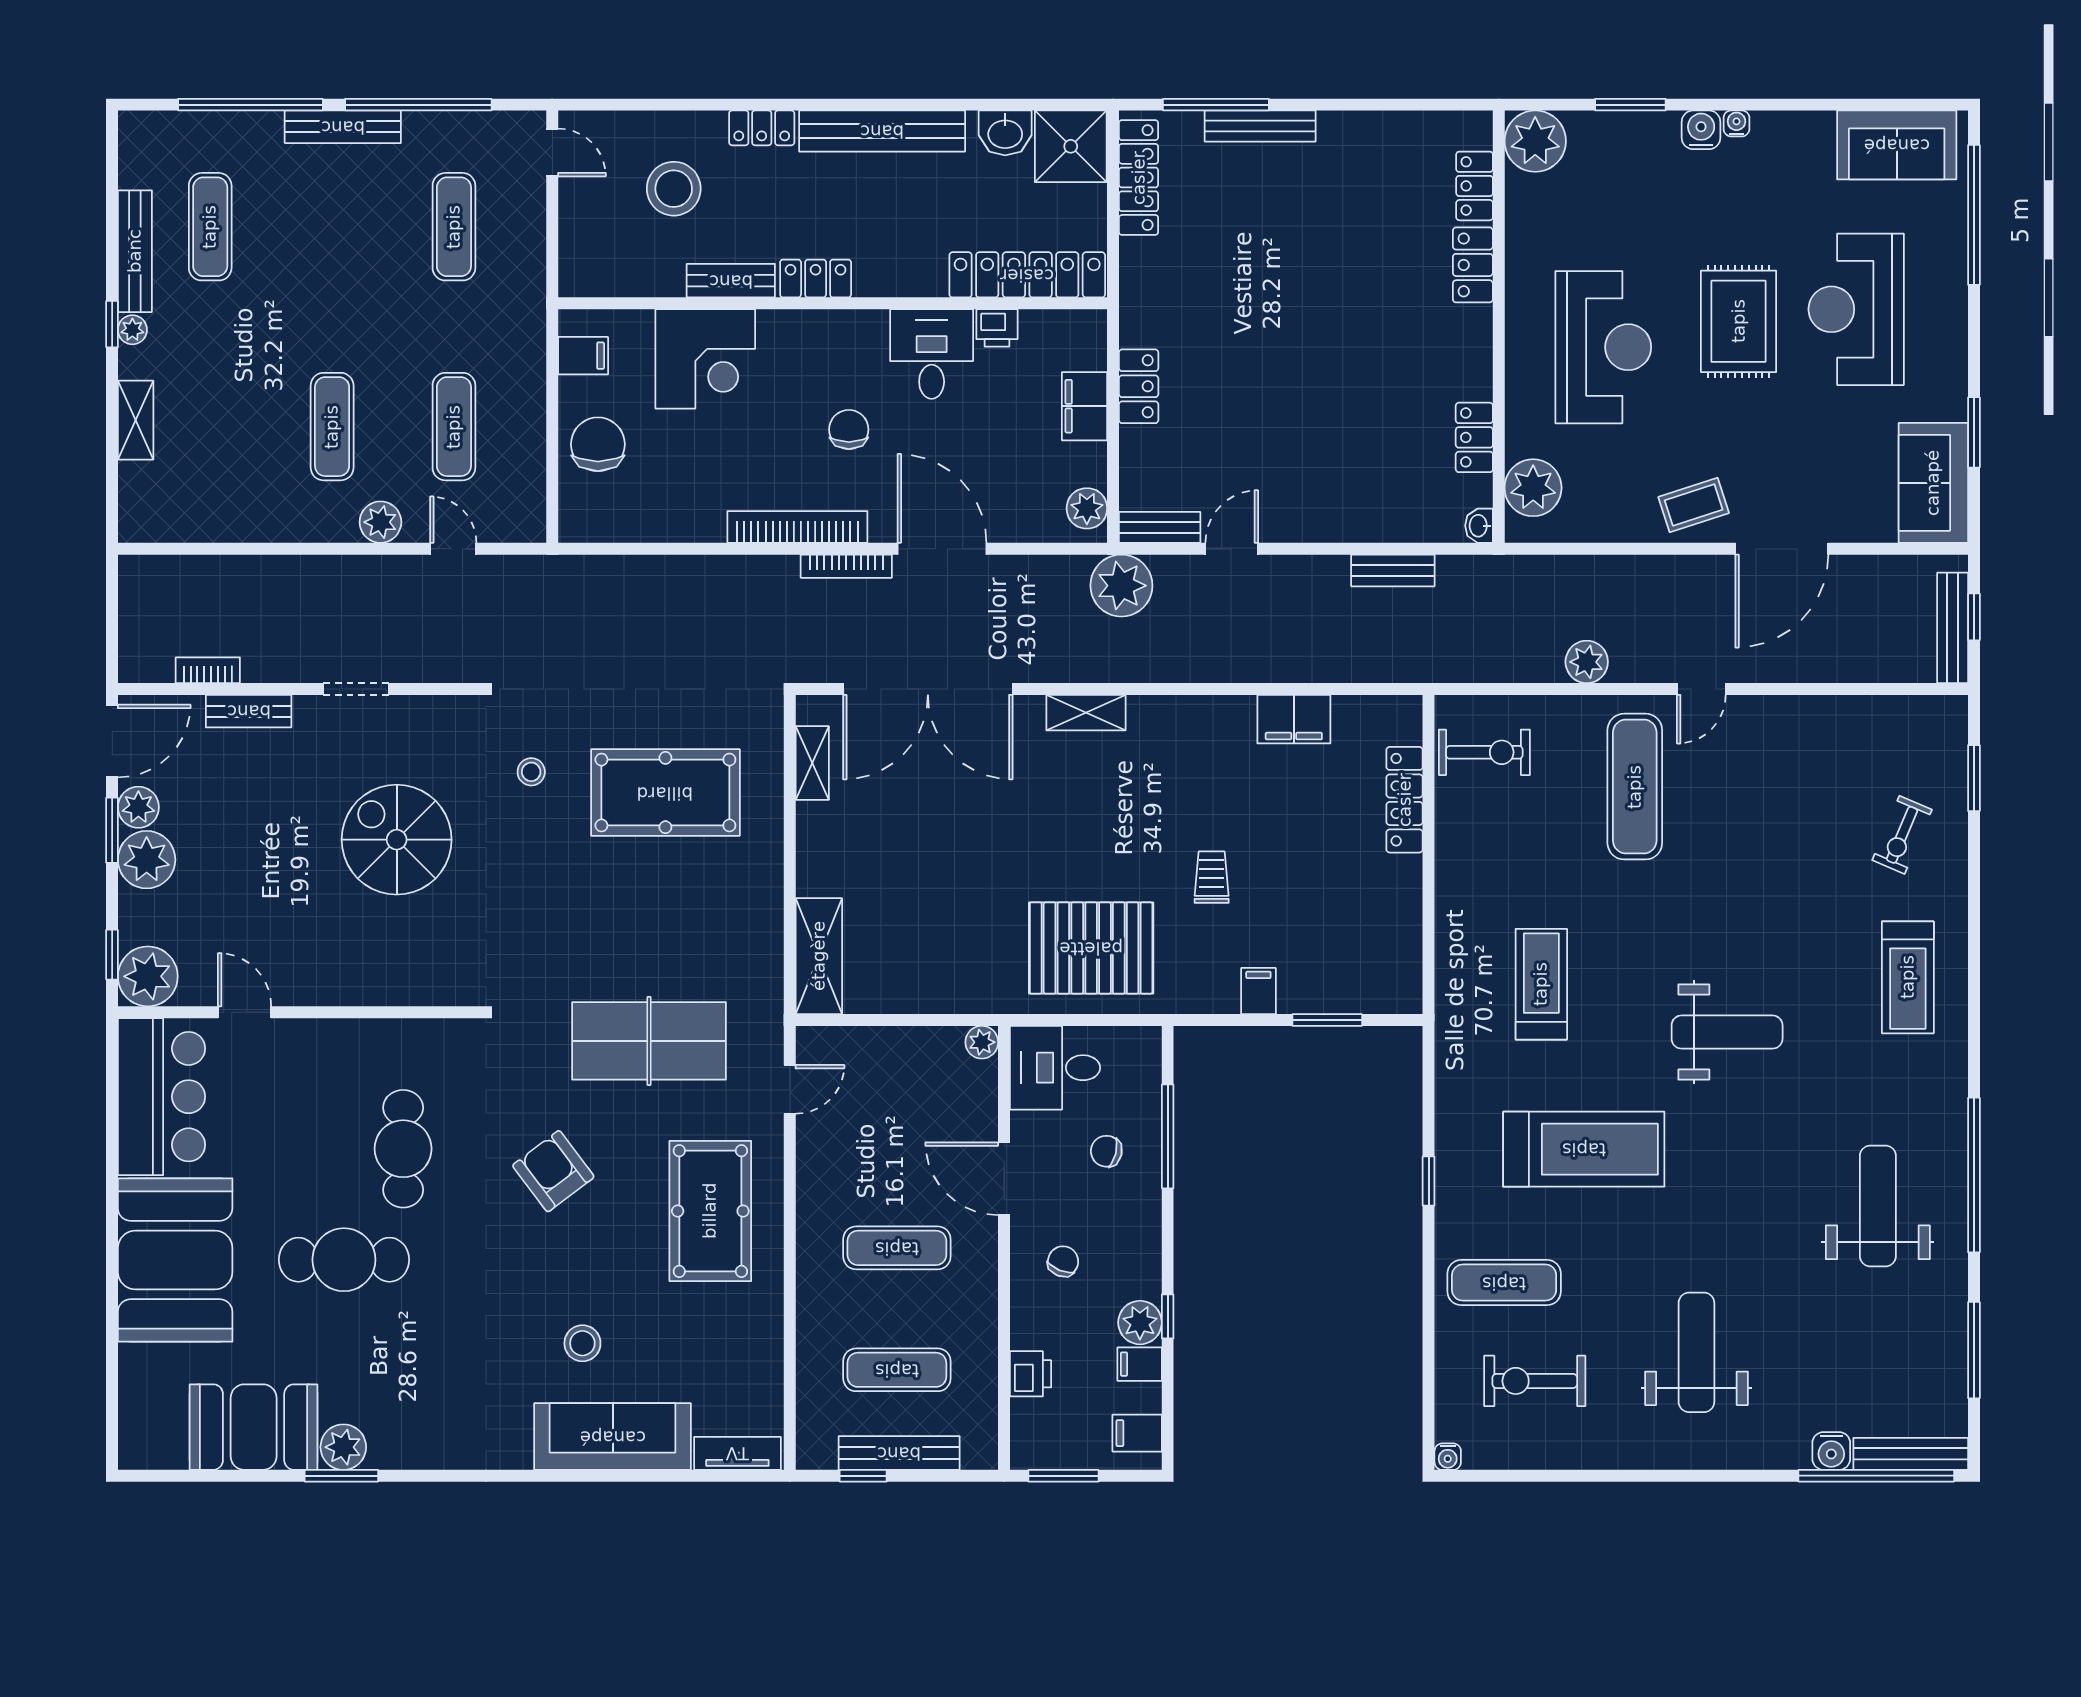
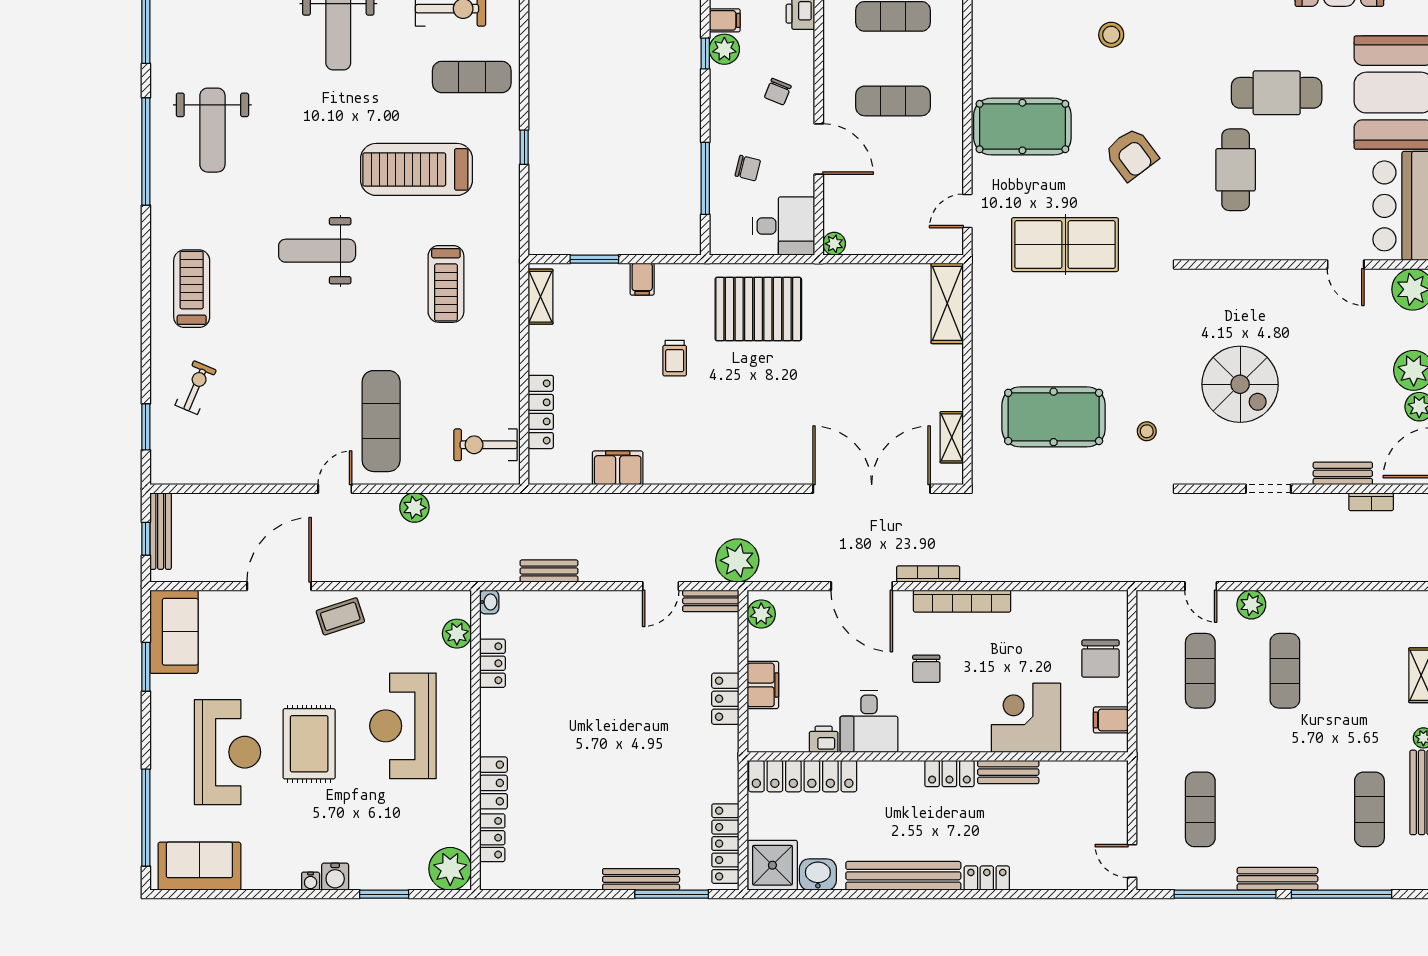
stool: (674, 189) -> (1048, 836), removed
plant: (1533, 488) -> (457, 634), width x0.73, depth x0.73
shelving: (1086, 713) -> (541, 297), moved, turned 90
pool table: (710, 1211) -> (1022, 127), turned 90

